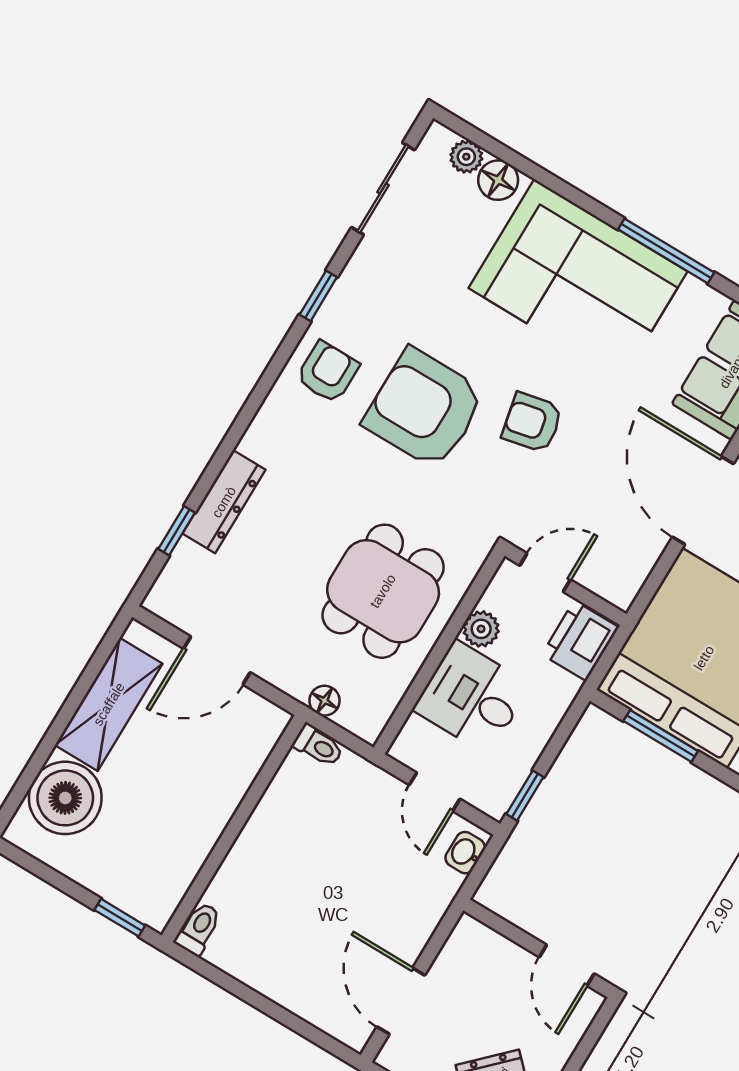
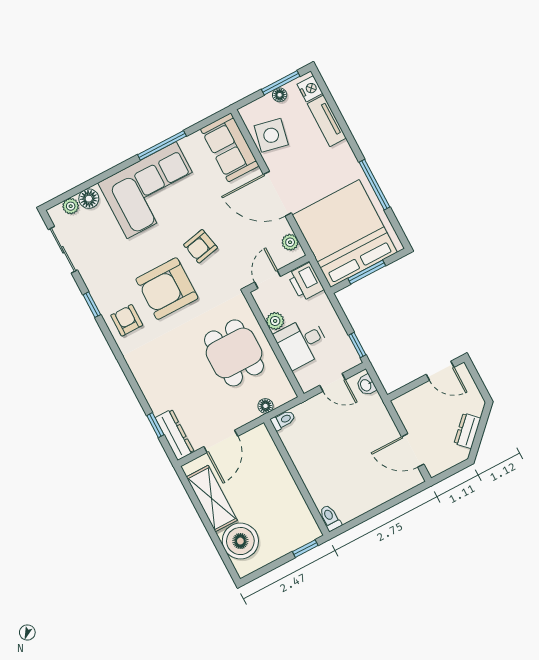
dresser: (224, 502) -> (175, 435), moved
plant: (632, 573) -> (290, 242), added

